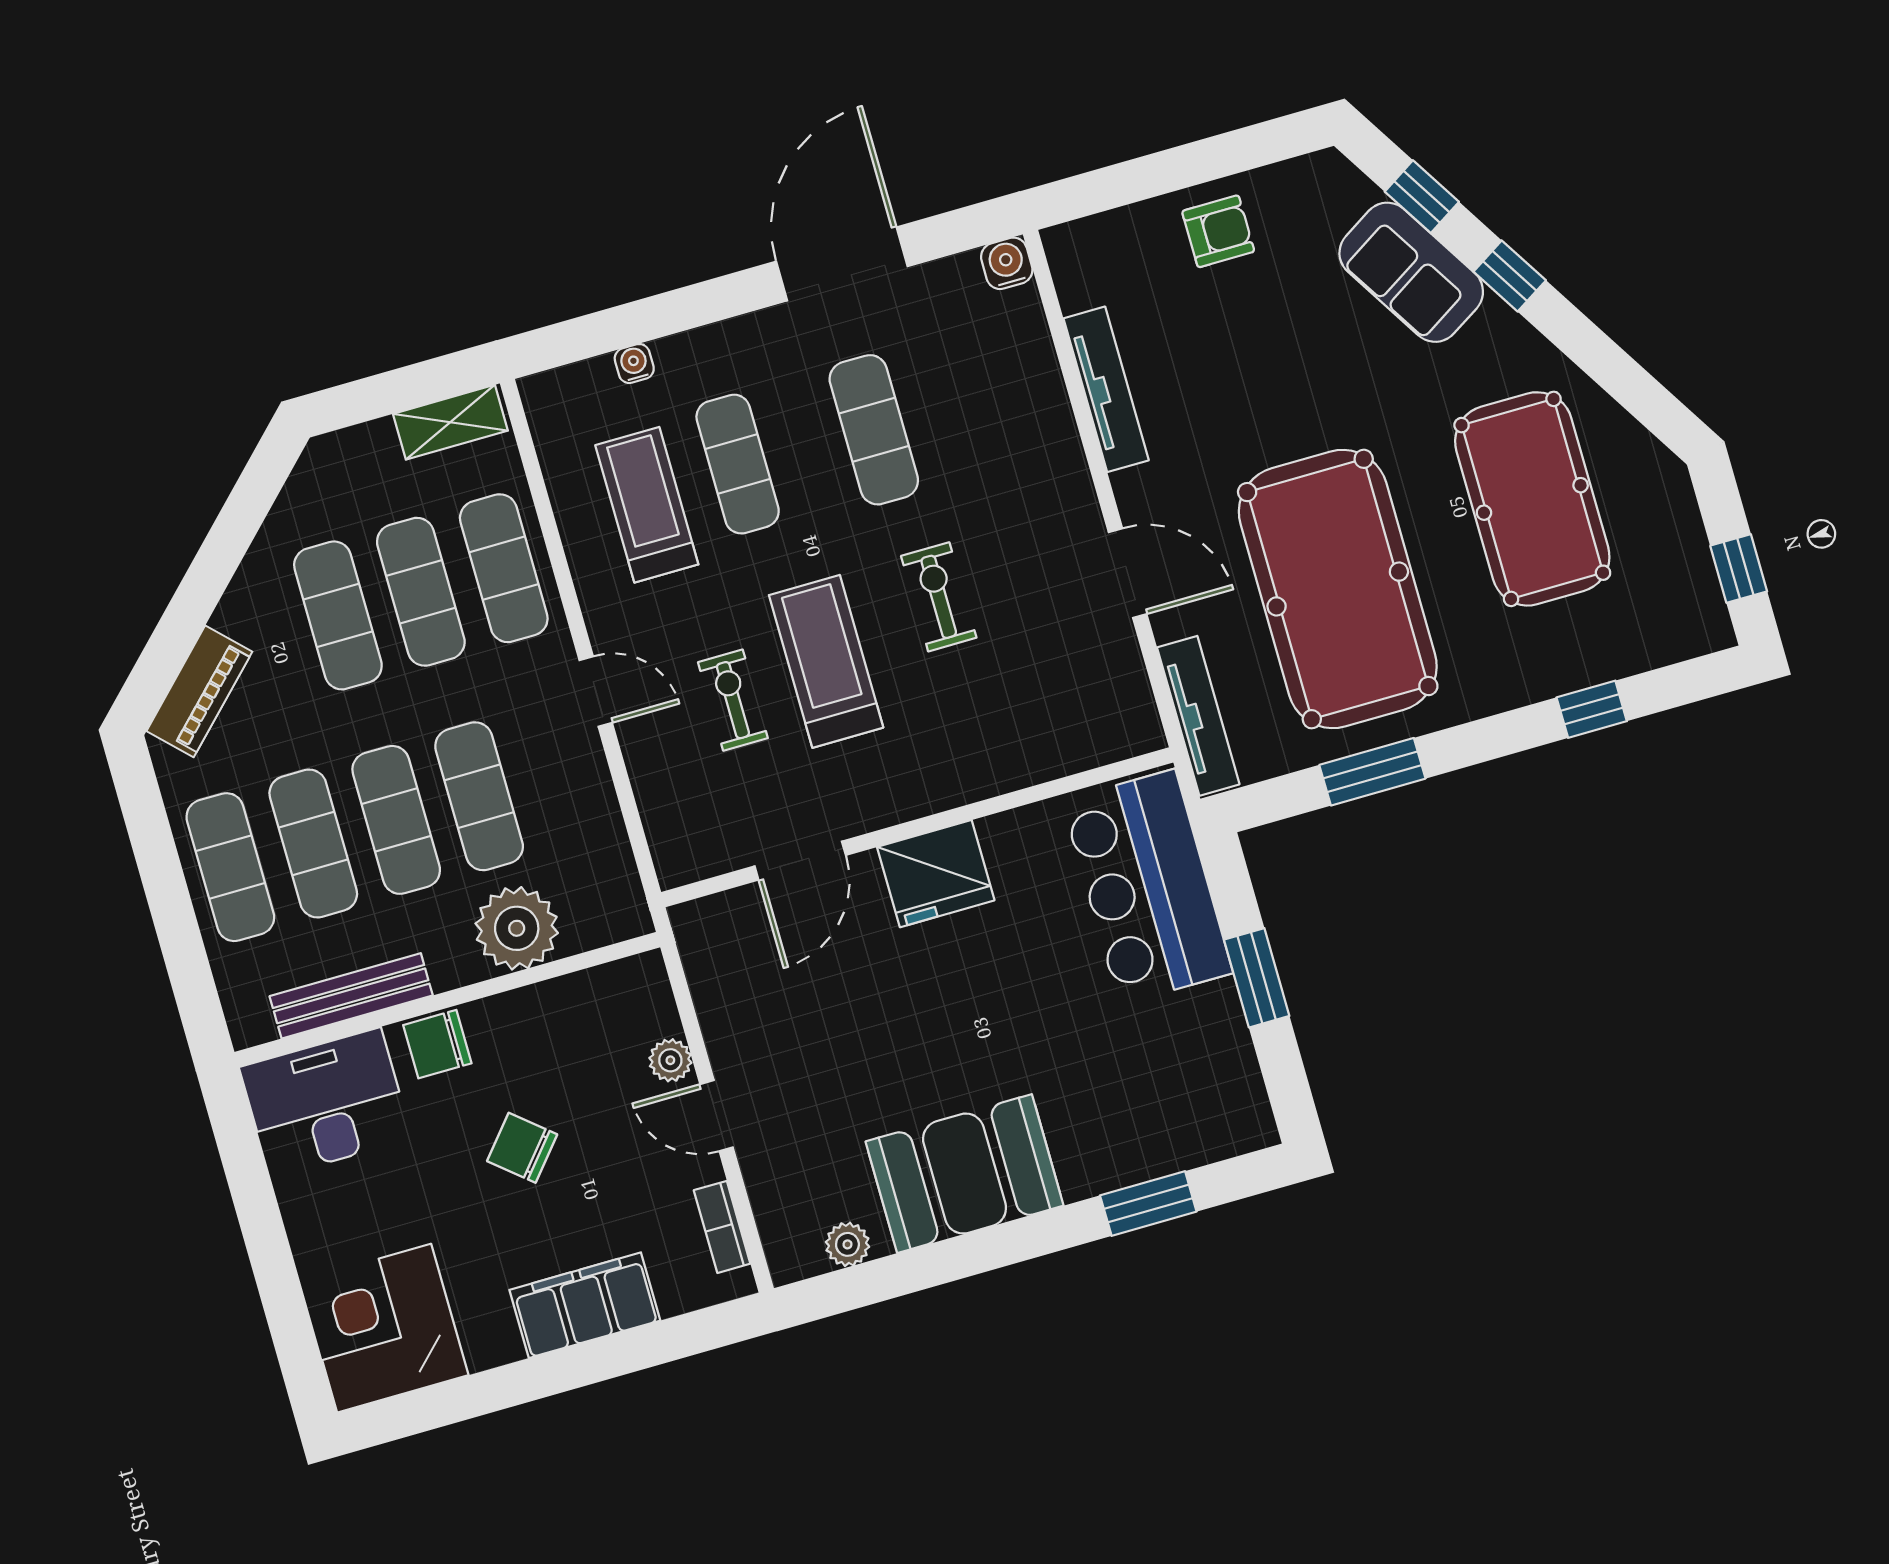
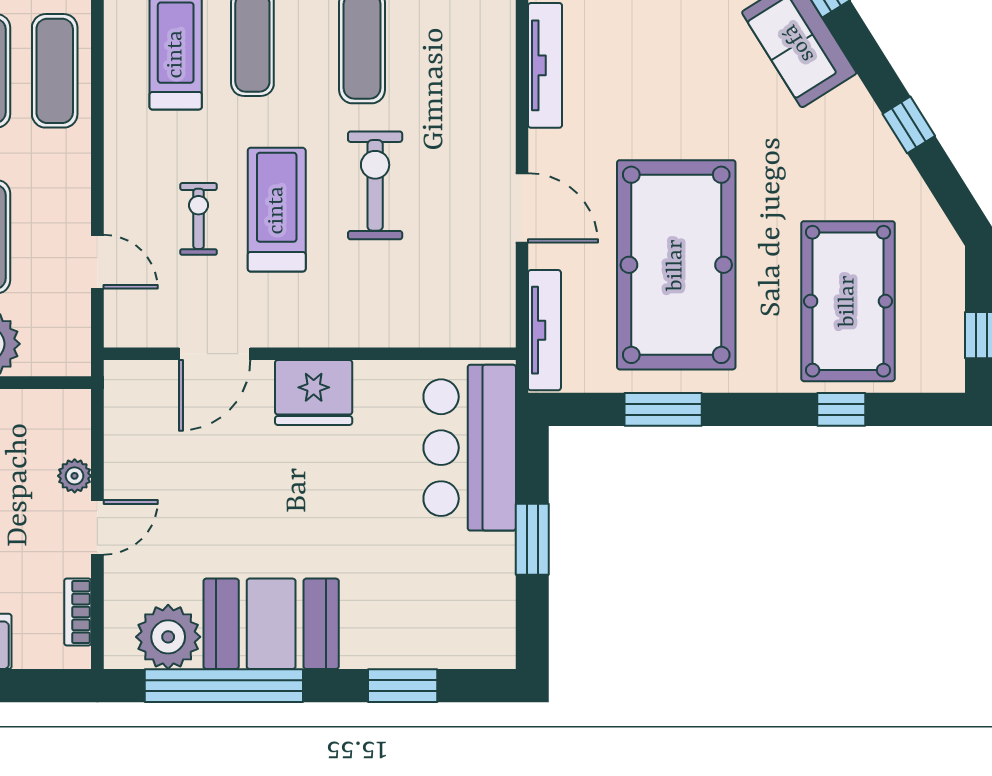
window: (1510, 276) -> (909, 125), moved
pool table: (1532, 499) -> (848, 301), moved
exercise bike: (939, 597) -> (375, 185), width x1.38, depth x1.39
door: (596, 692) -> (97, 262), moved
door: (717, 1116) -> (97, 527), swing flipped
plant: (847, 1244) -> (168, 637), width x1.88, depth x1.88
window: (928, 1266) -> (224, 686), added

